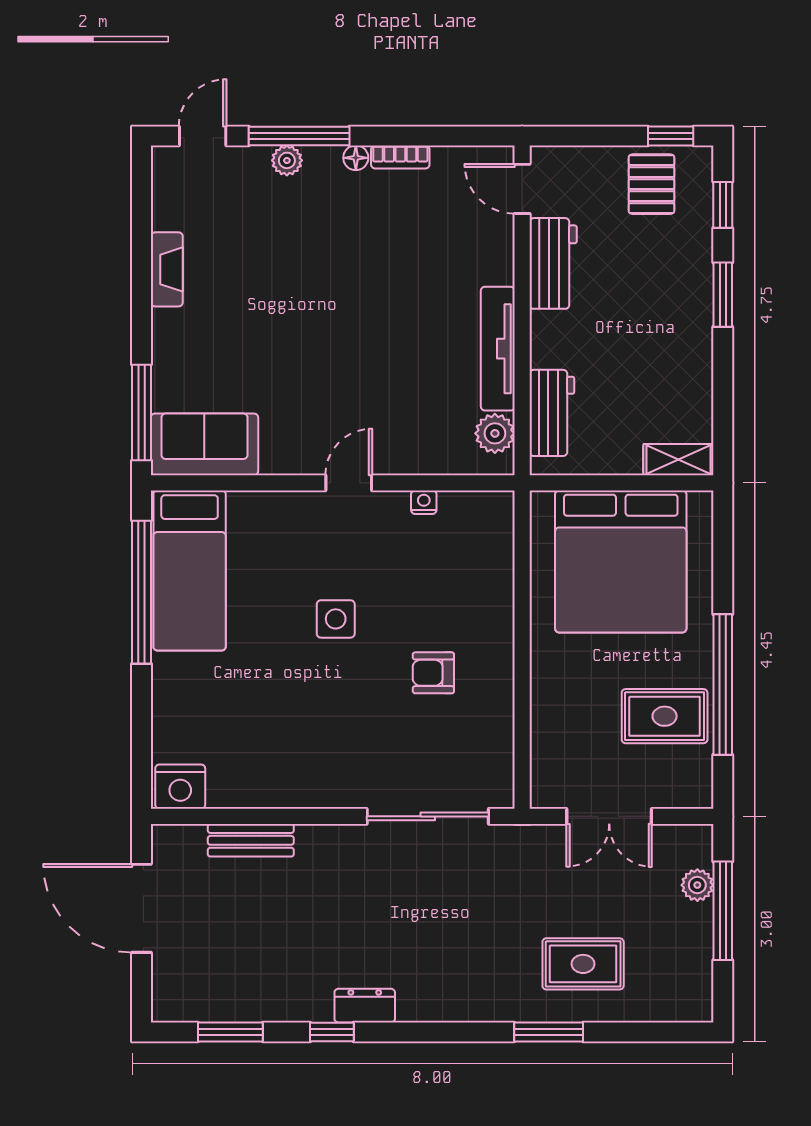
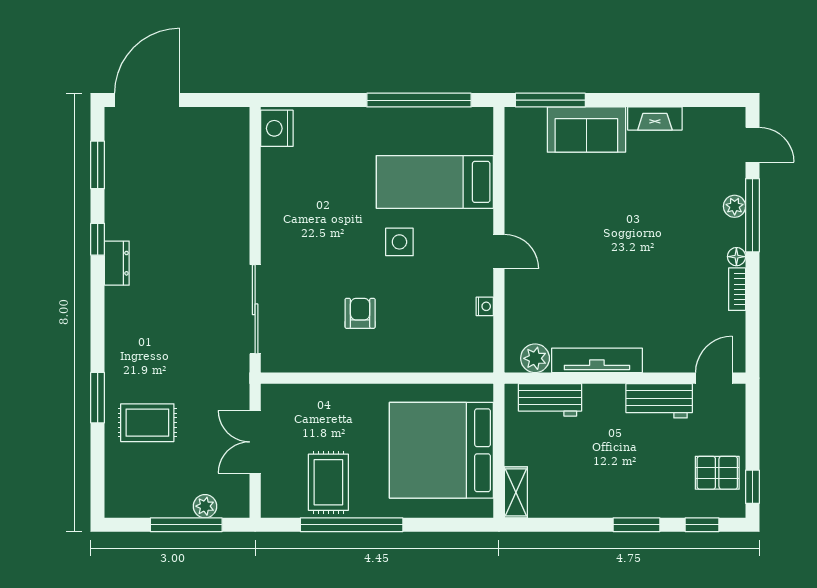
sofa: (204, 444) -> (586, 130), moved, turned 90
bed: (190, 570) -> (435, 182), moved
bench: (251, 840) -> (238, 180), removed
door: (142, 908) -> (147, 100), moved
rug: (583, 964) -> (147, 423), turned 90

